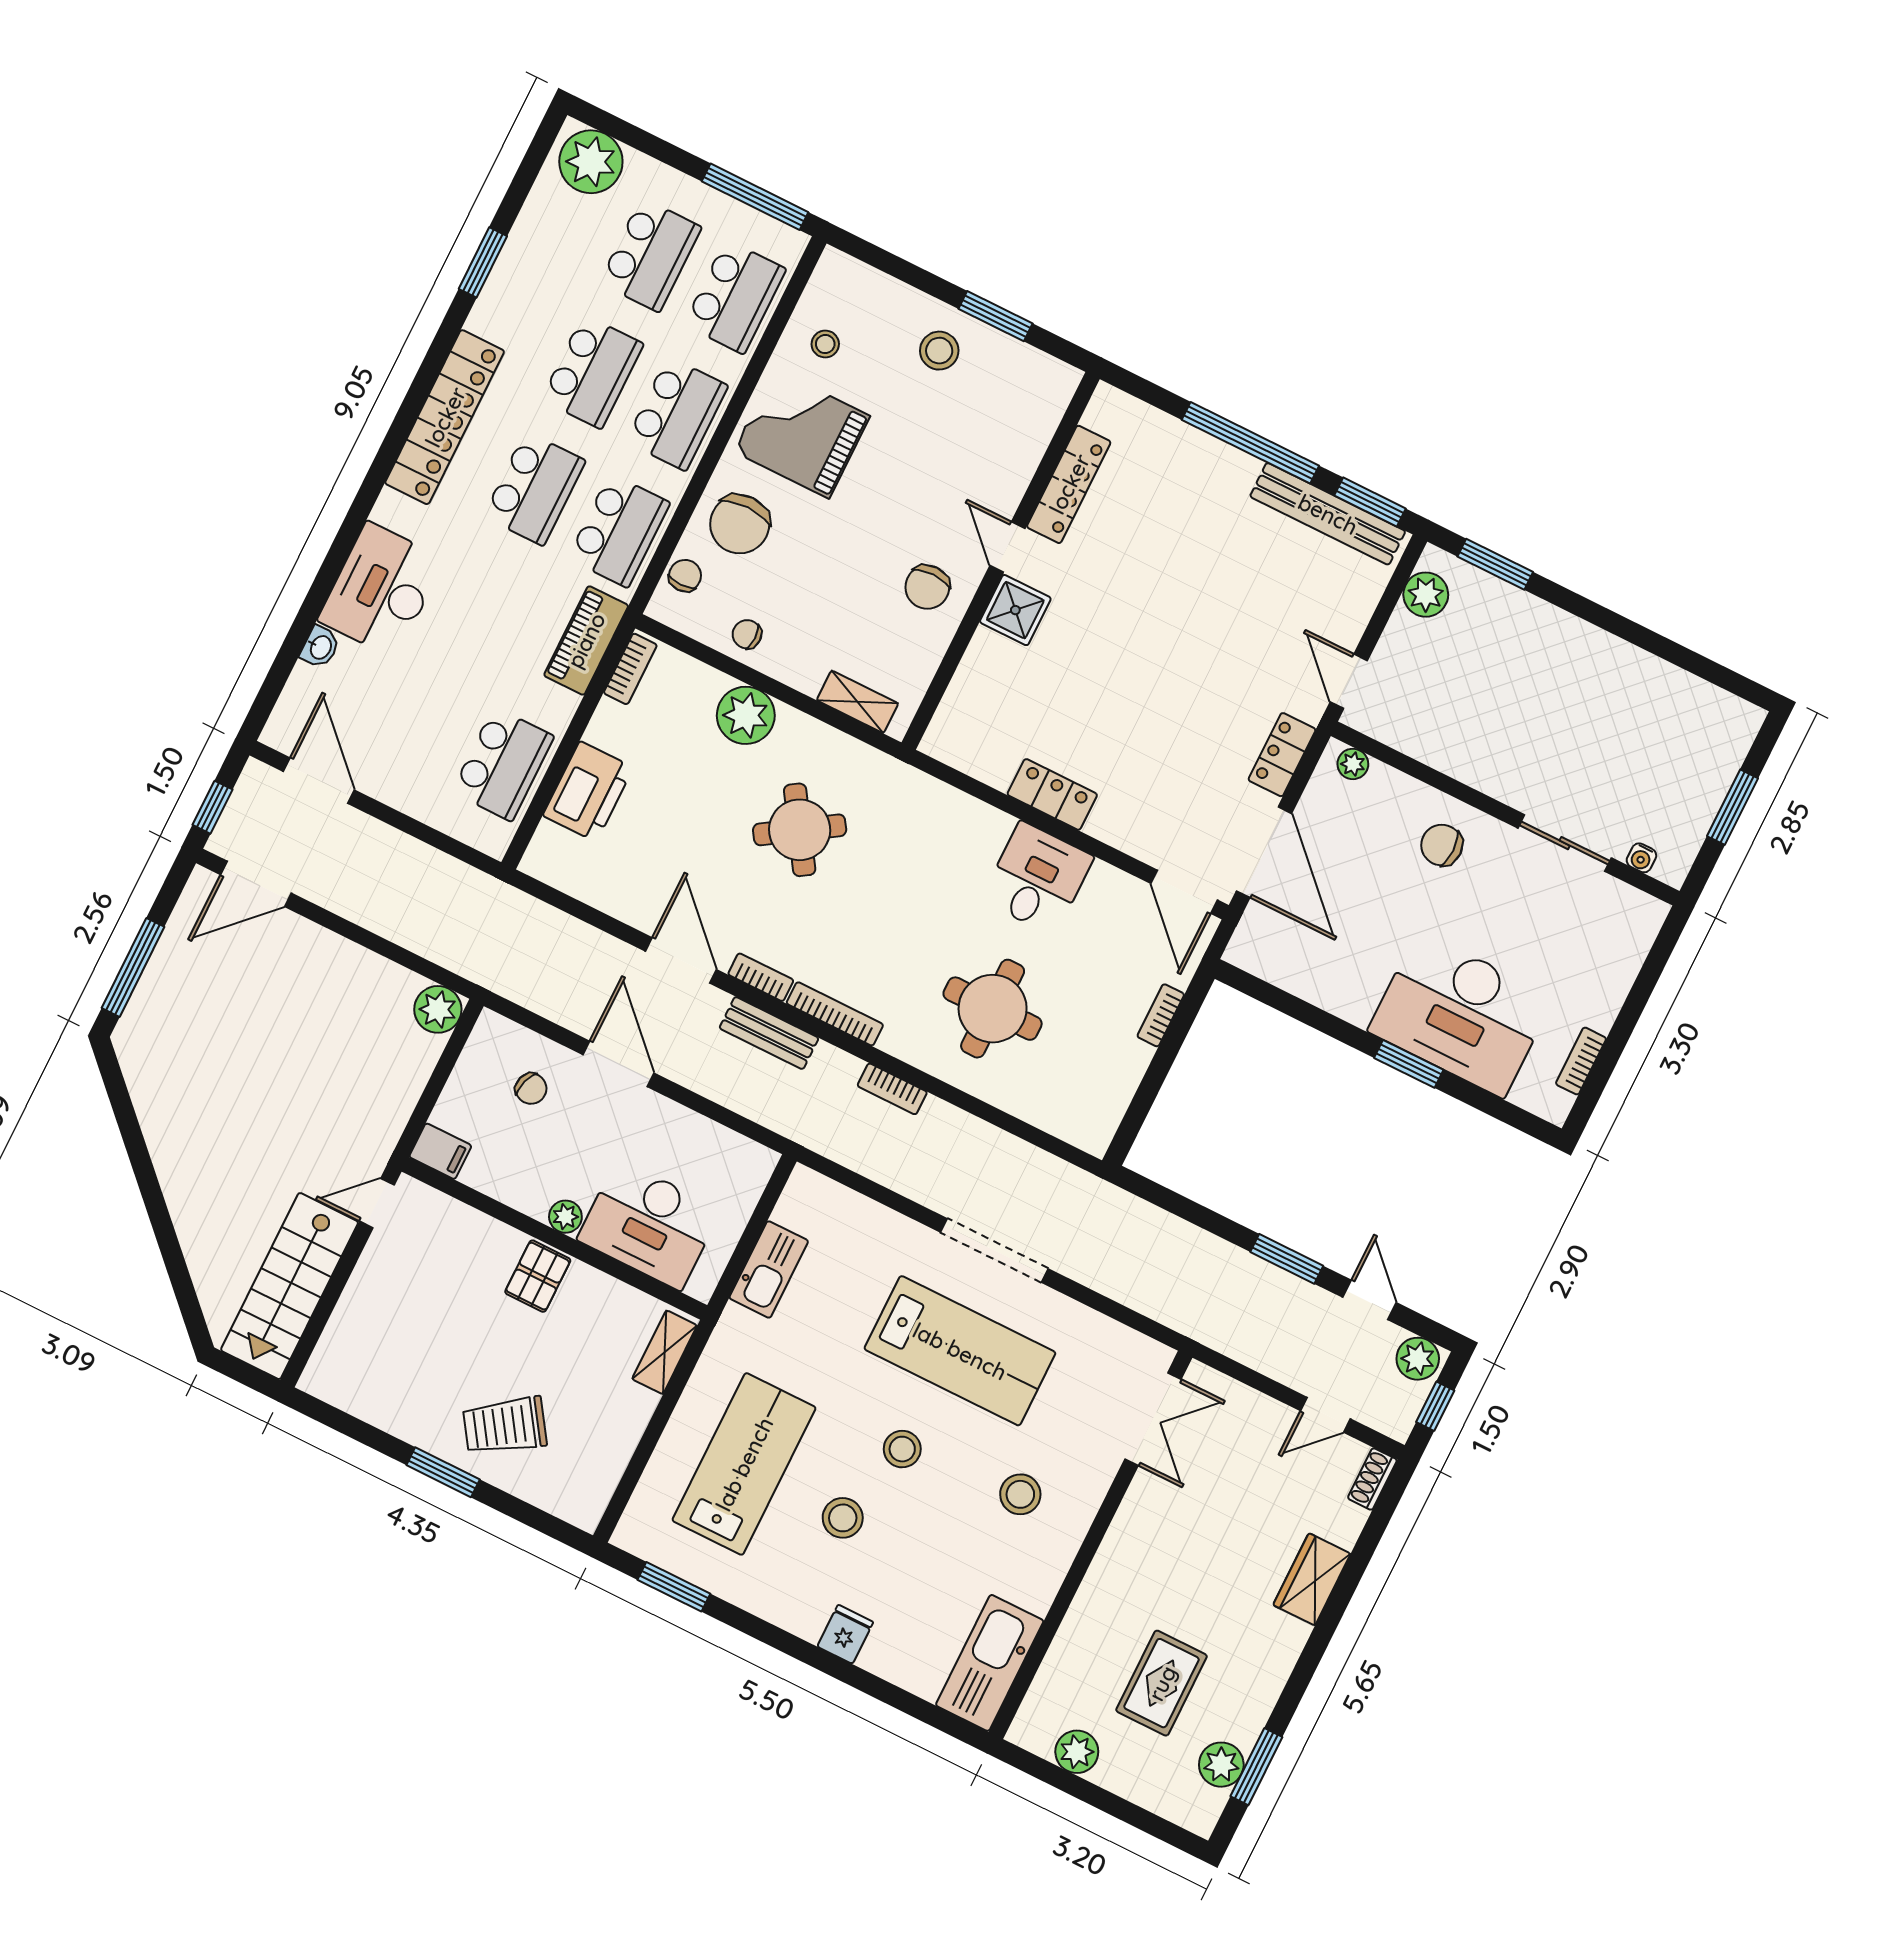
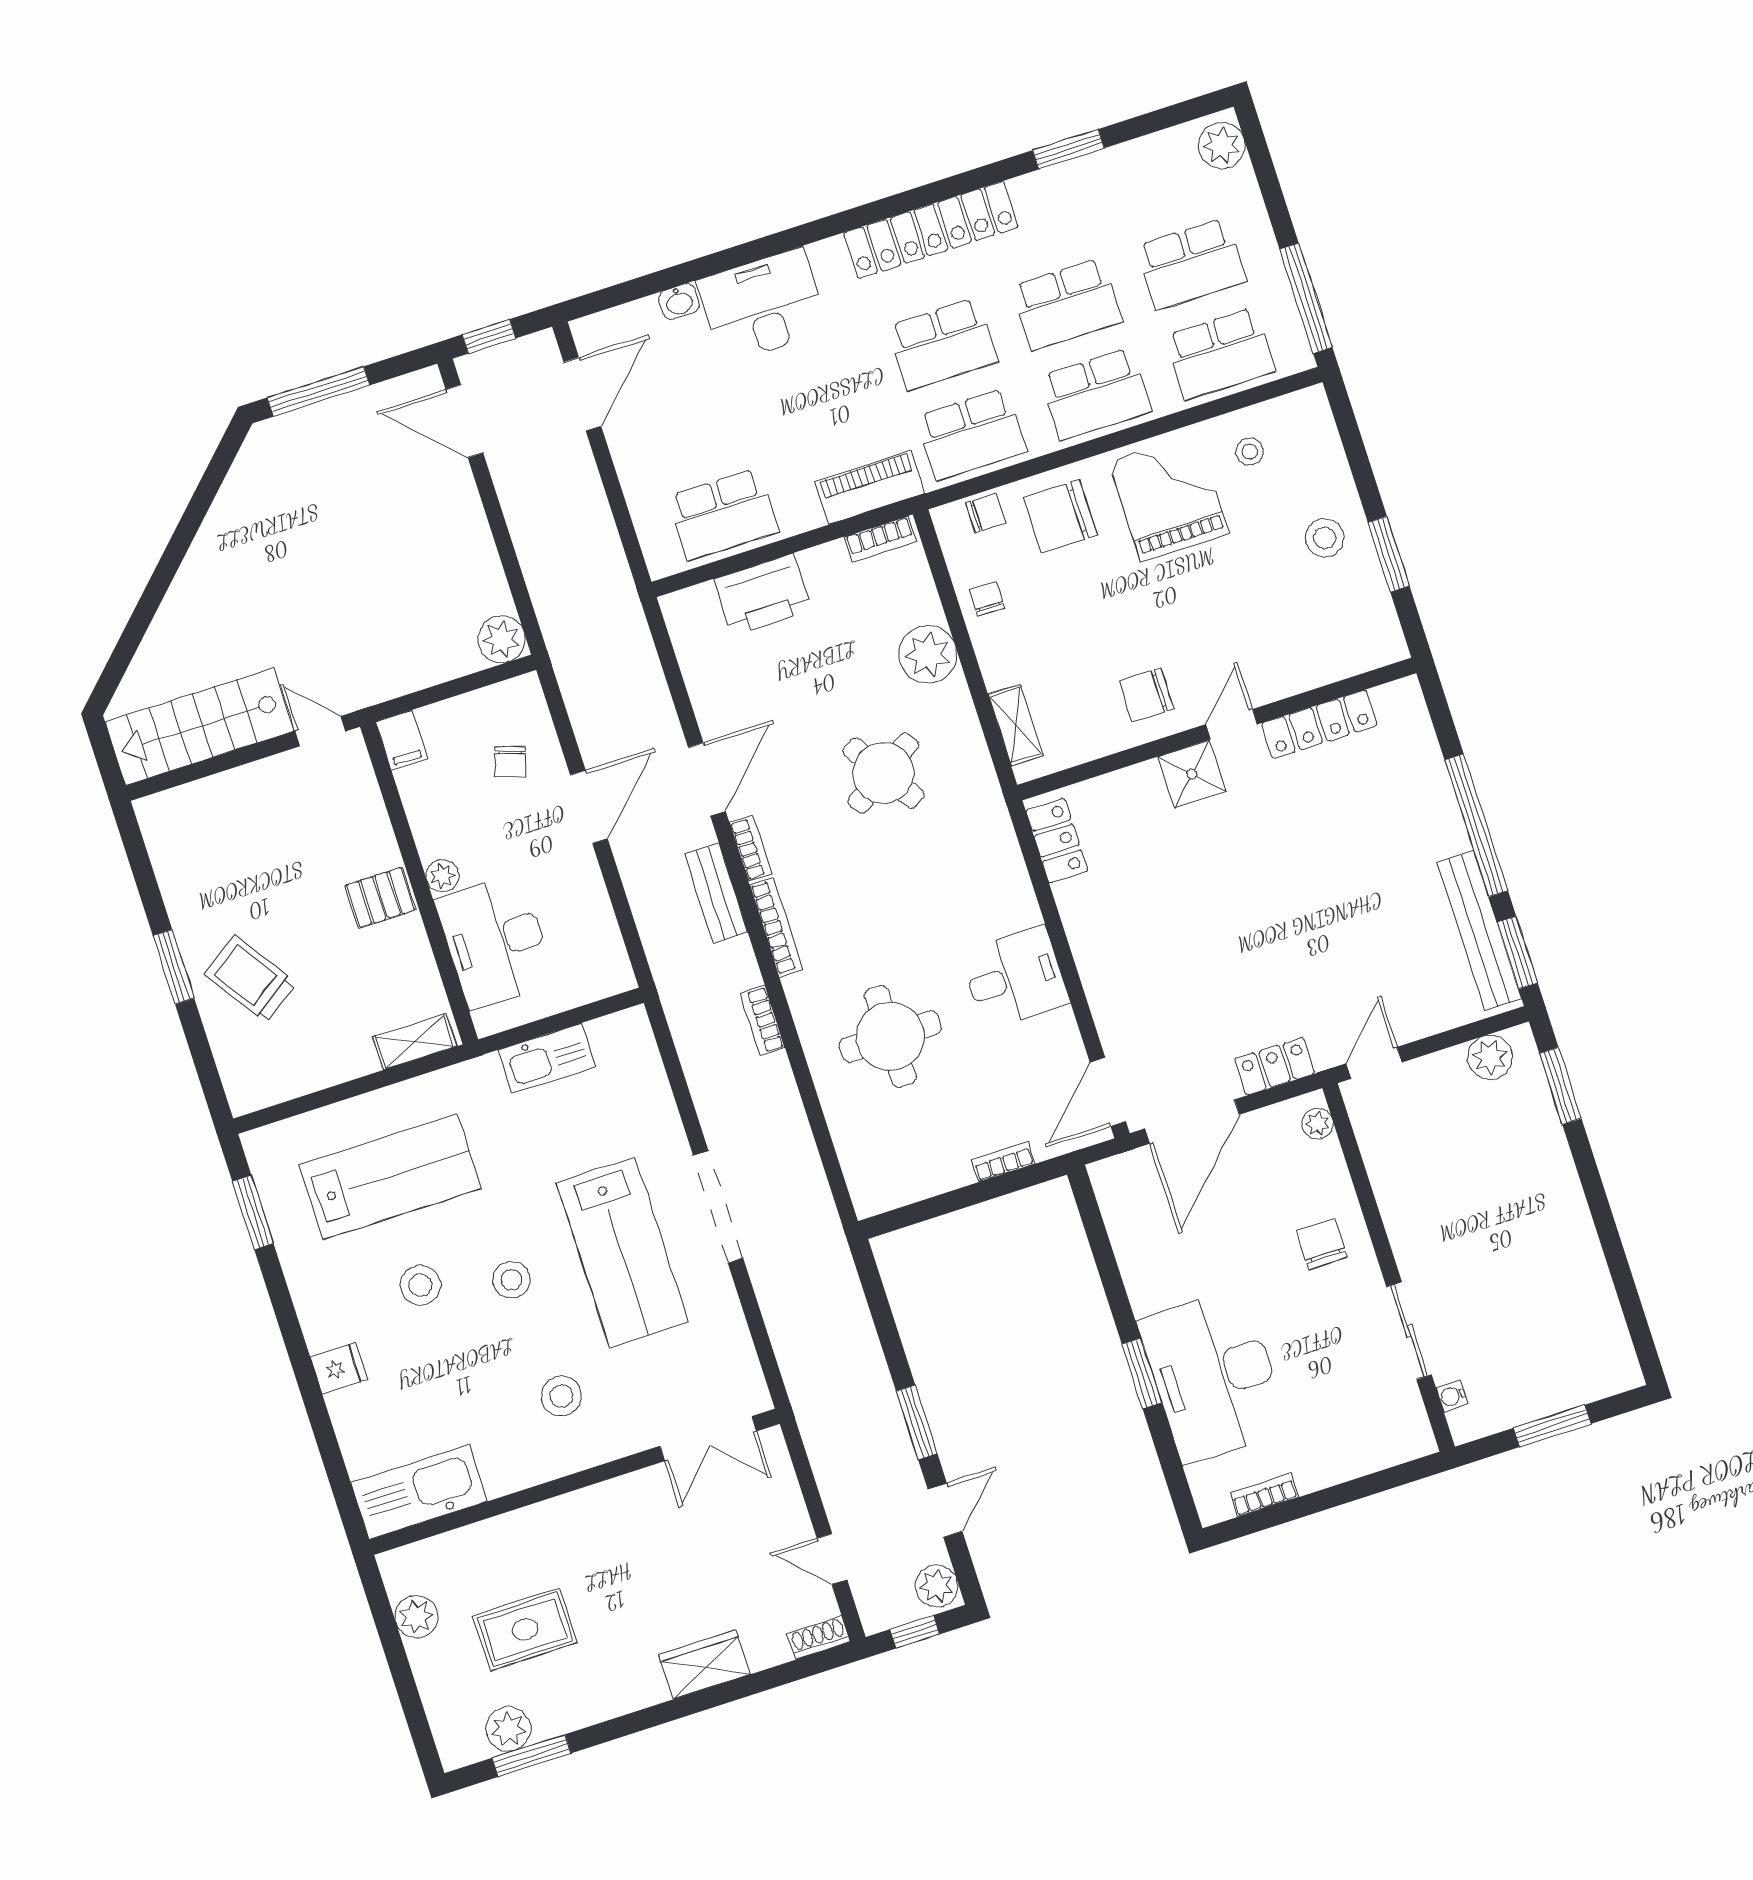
plant: (591, 162) -> (1222, 146), width x0.73, depth x0.73
locker: (1052, 794) -> (1057, 840), moved

